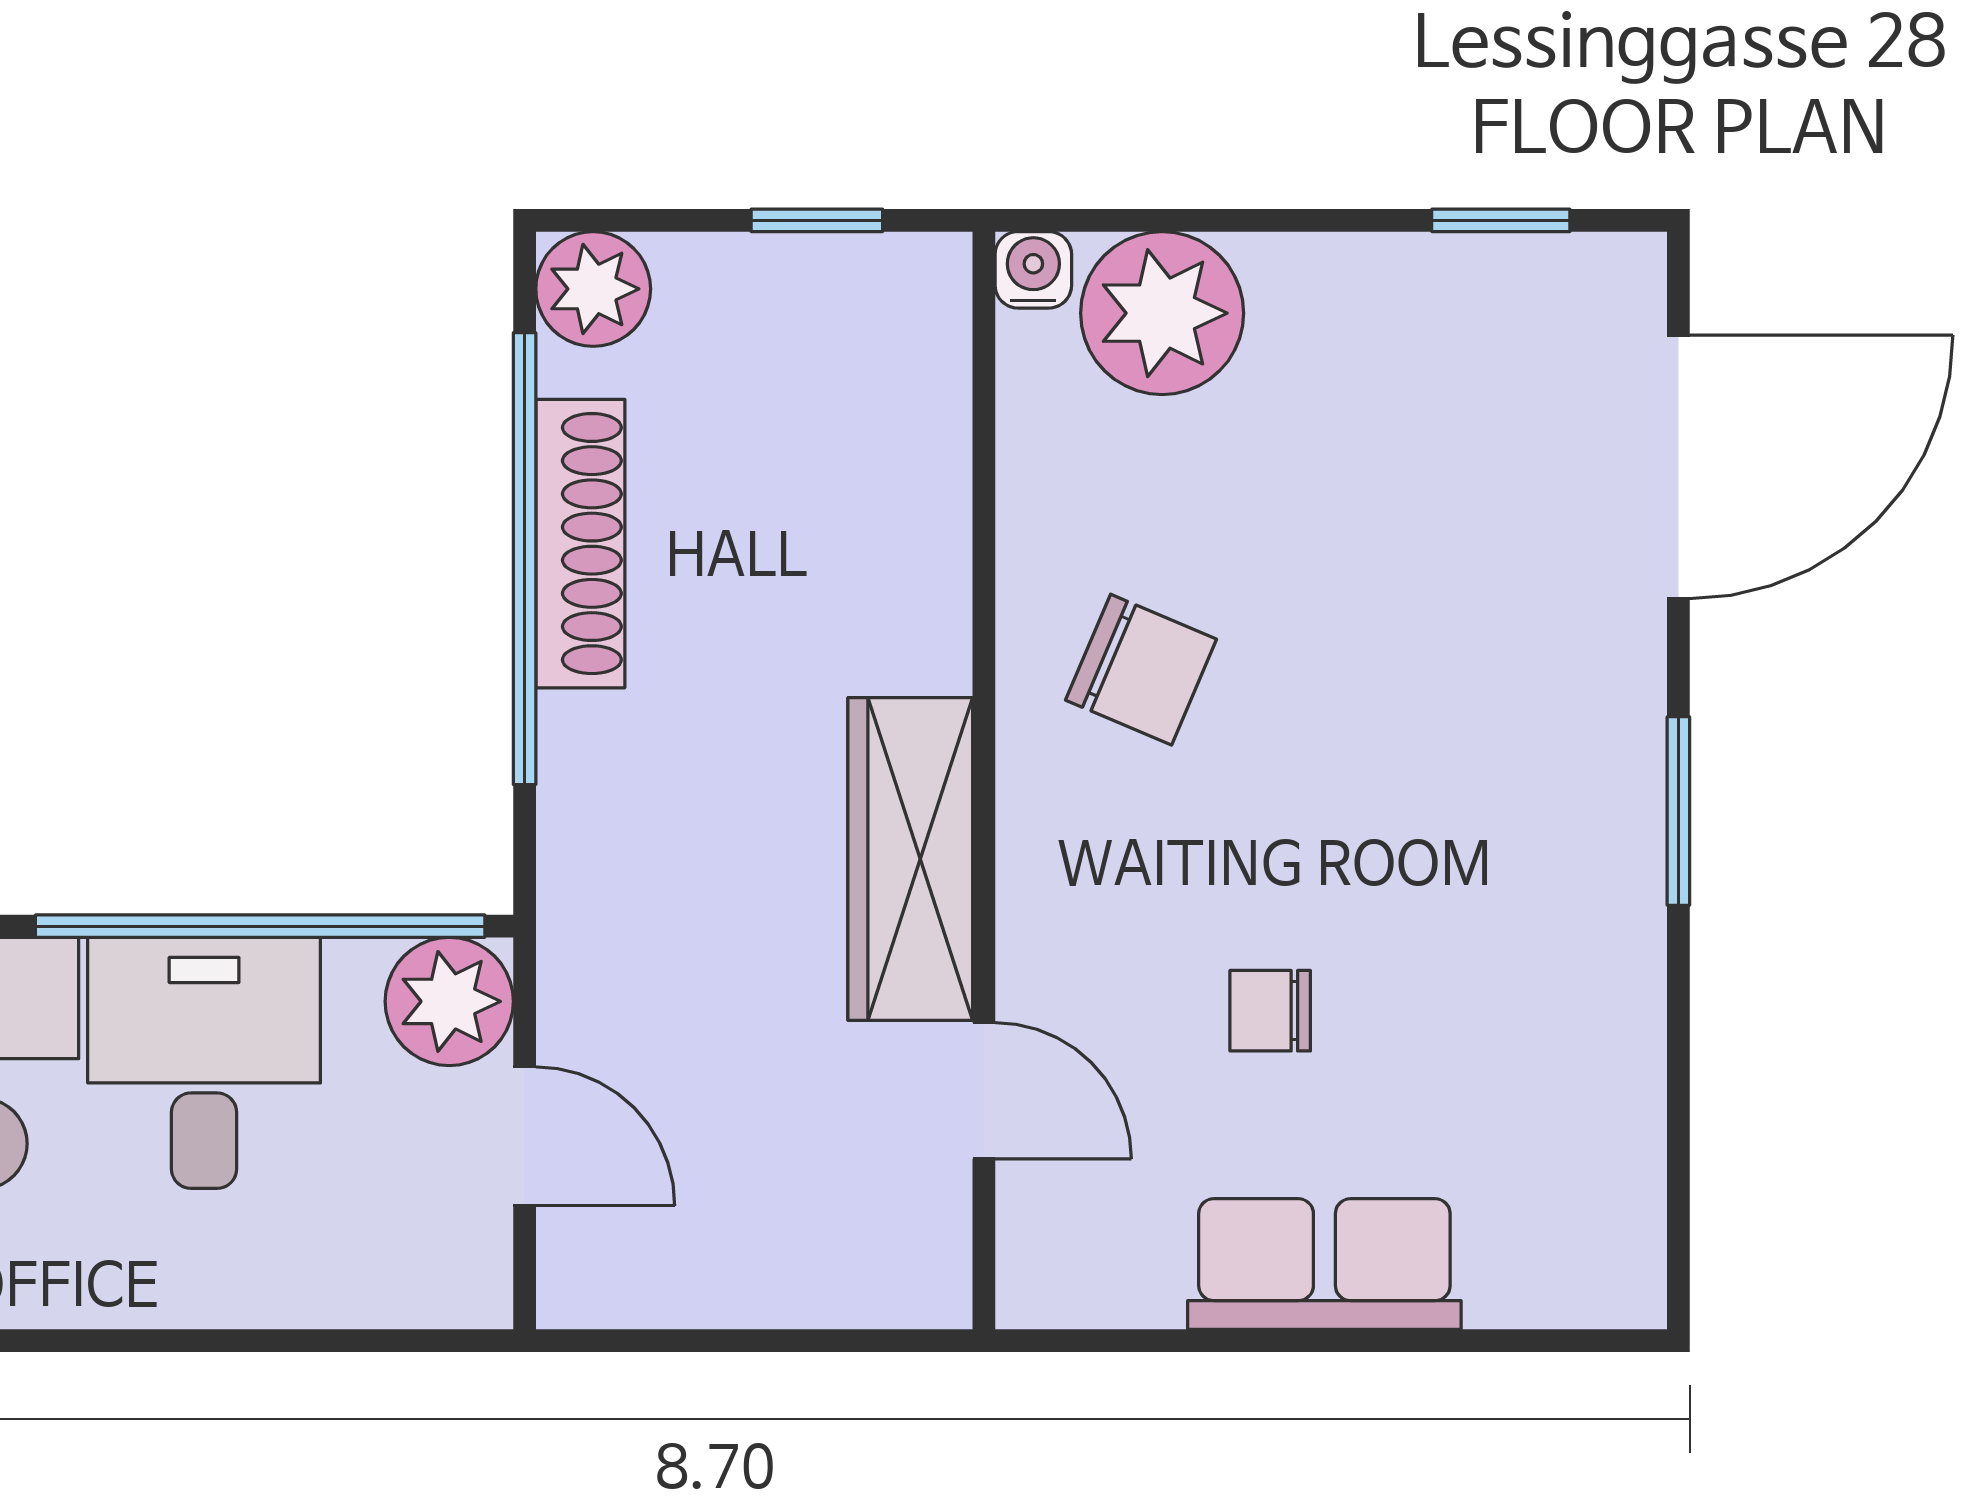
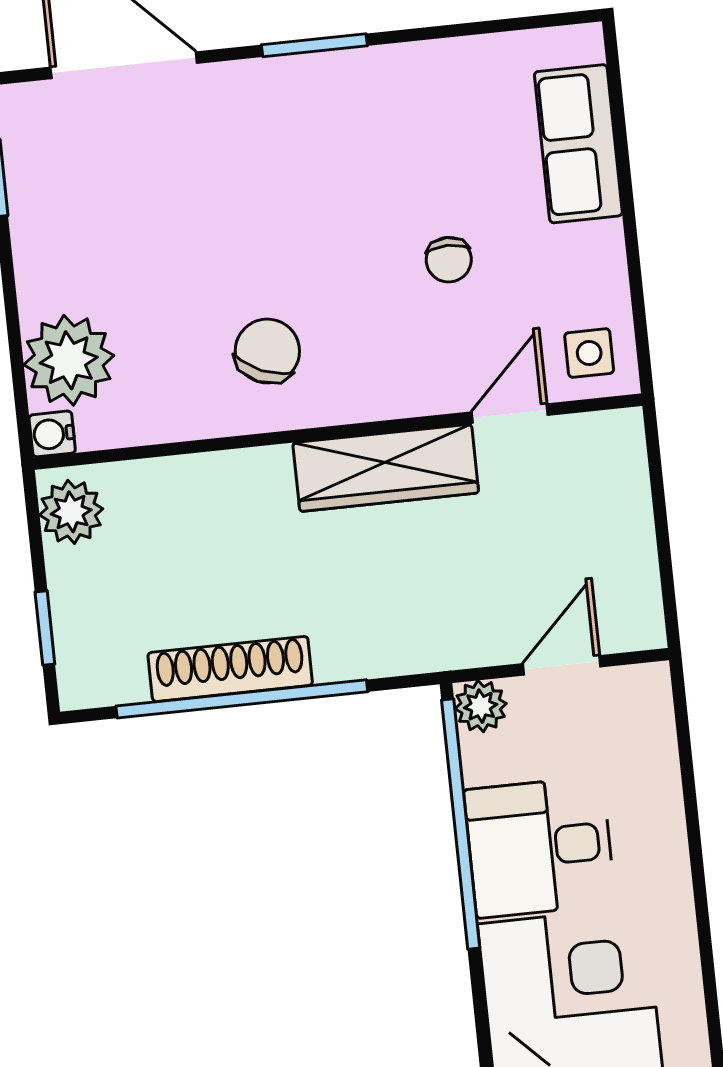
window: (817, 220) -> (45, 628), moved
plant: (593, 289) -> (71, 512), moved
plant: (449, 1001) -> (481, 706), width x0.73, depth x0.73
side table: (1077, 1244) -> (589, 353), added
row of seats: (1324, 1264) -> (578, 144), moved

